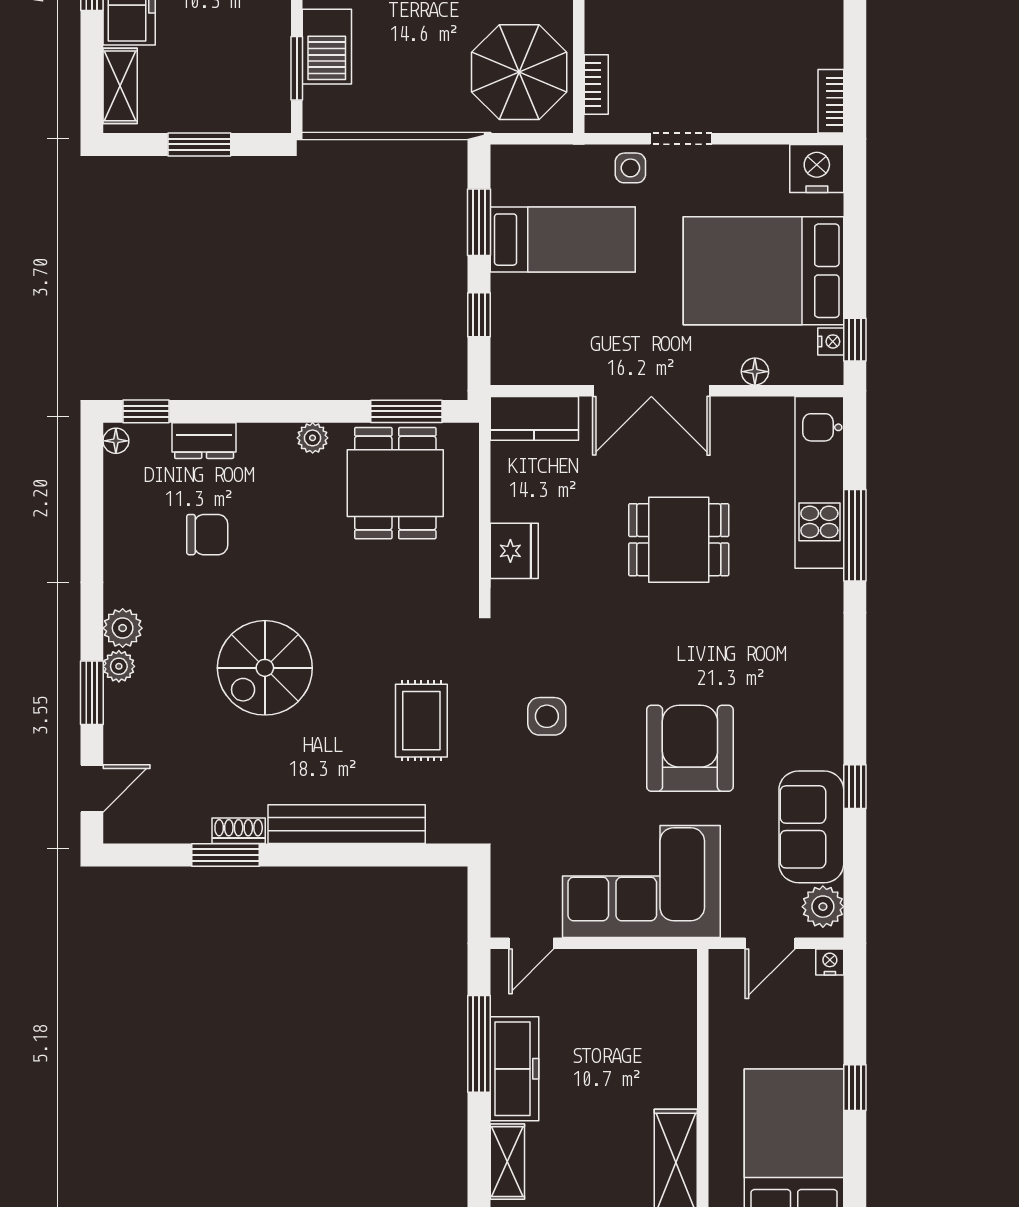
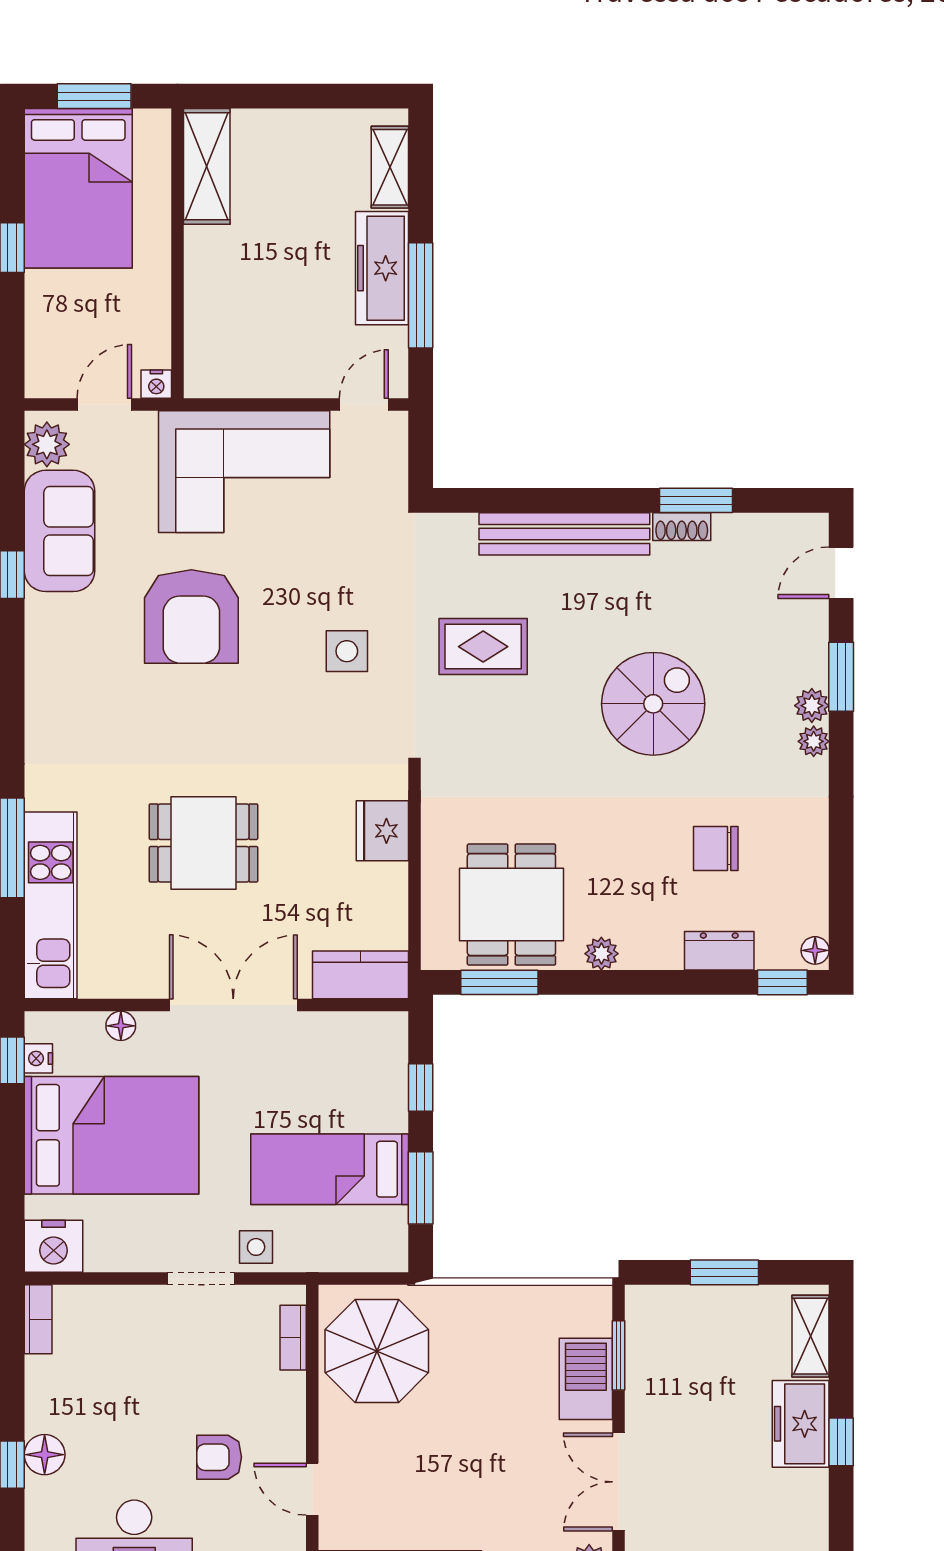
plant: (123, 628) -> (814, 741), width x0.73, depth x0.73
rug: (421, 721) -> (483, 647), turned 90
nightstand: (830, 962) -> (156, 384), moved

